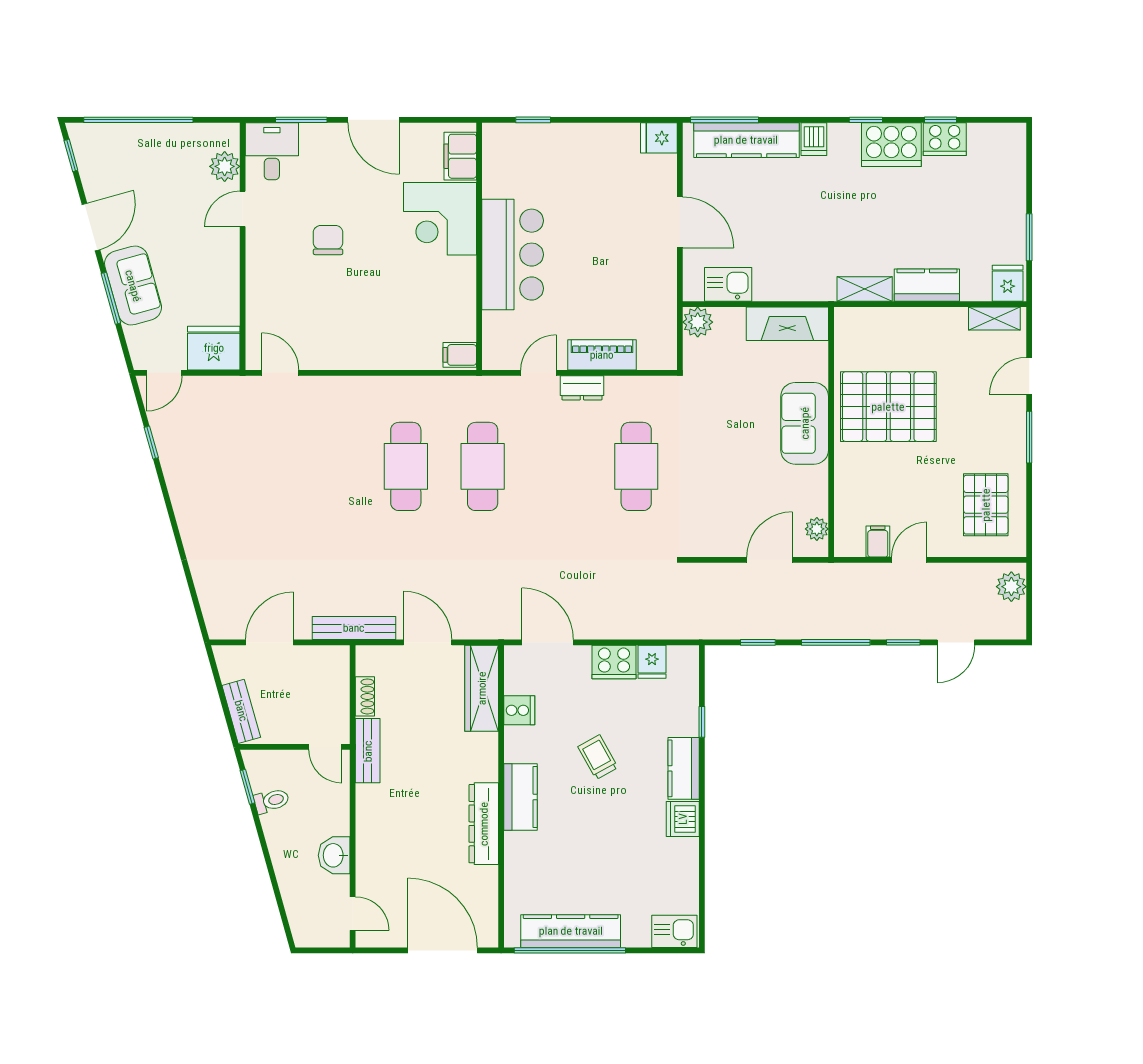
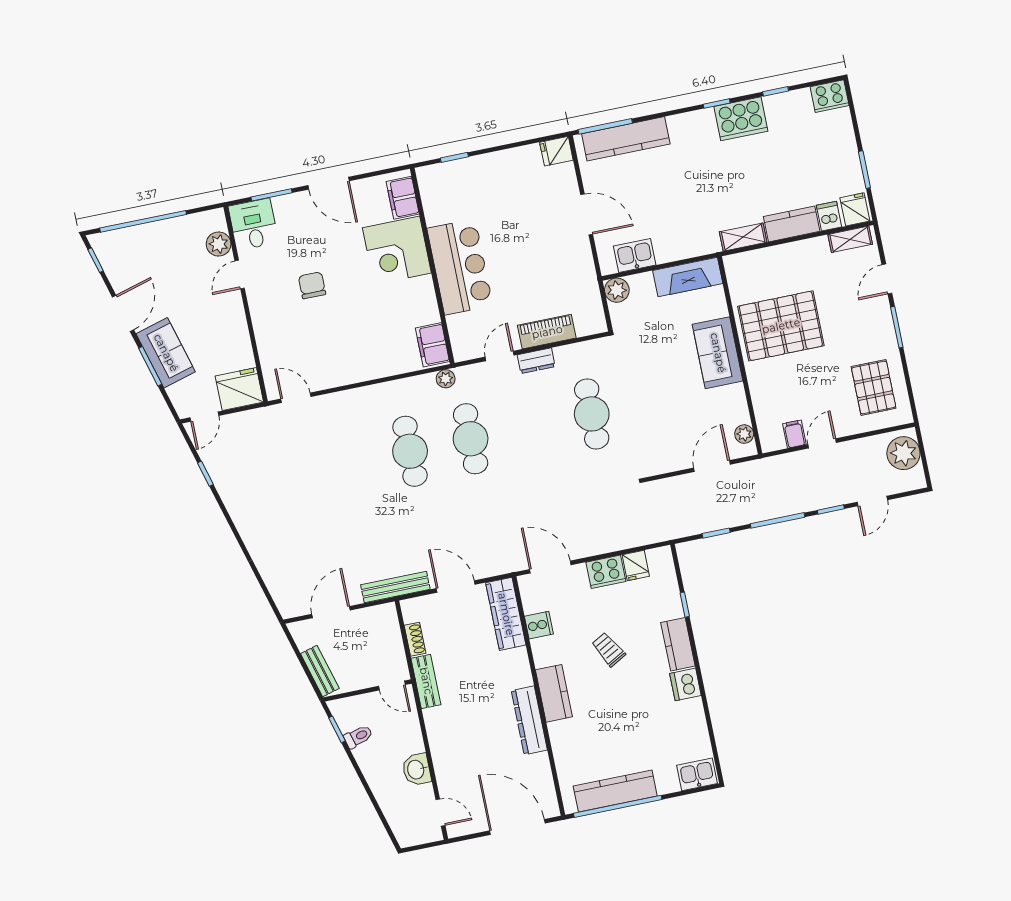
dishwasher: (814, 139) -> (829, 216), moved, turned 180
cooker: (945, 139) -> (830, 96), moved
filing cabinet: (460, 355) -> (432, 345), width x2.00
plant: (467, 387) -> (446, 379), added
plant: (1011, 587) -> (903, 453), width x1.36, depth x1.36

